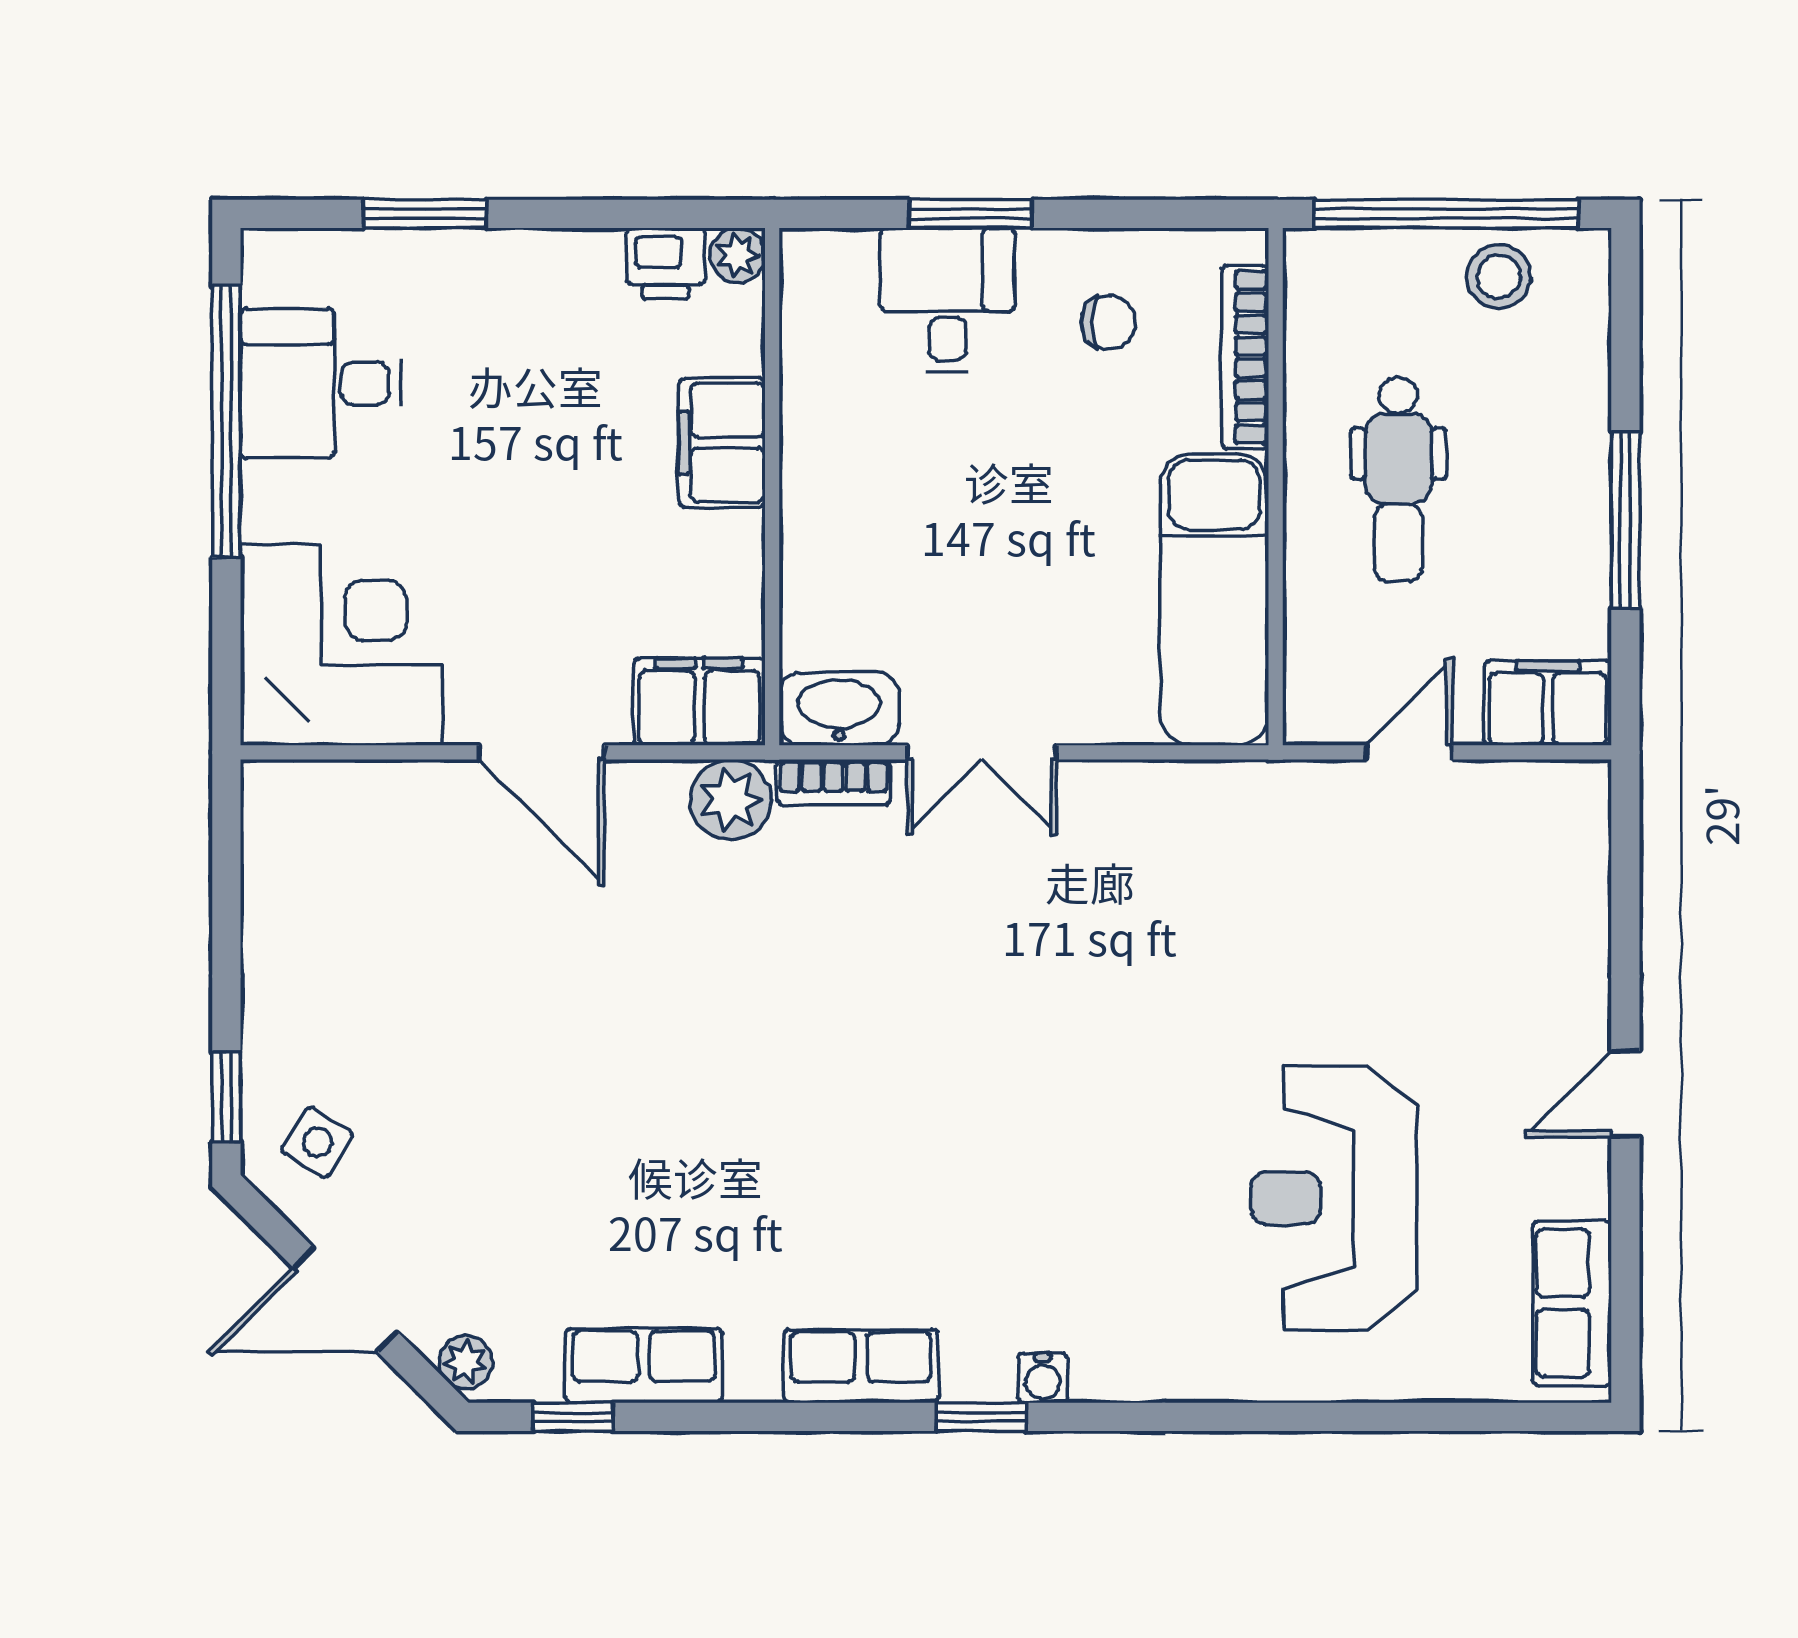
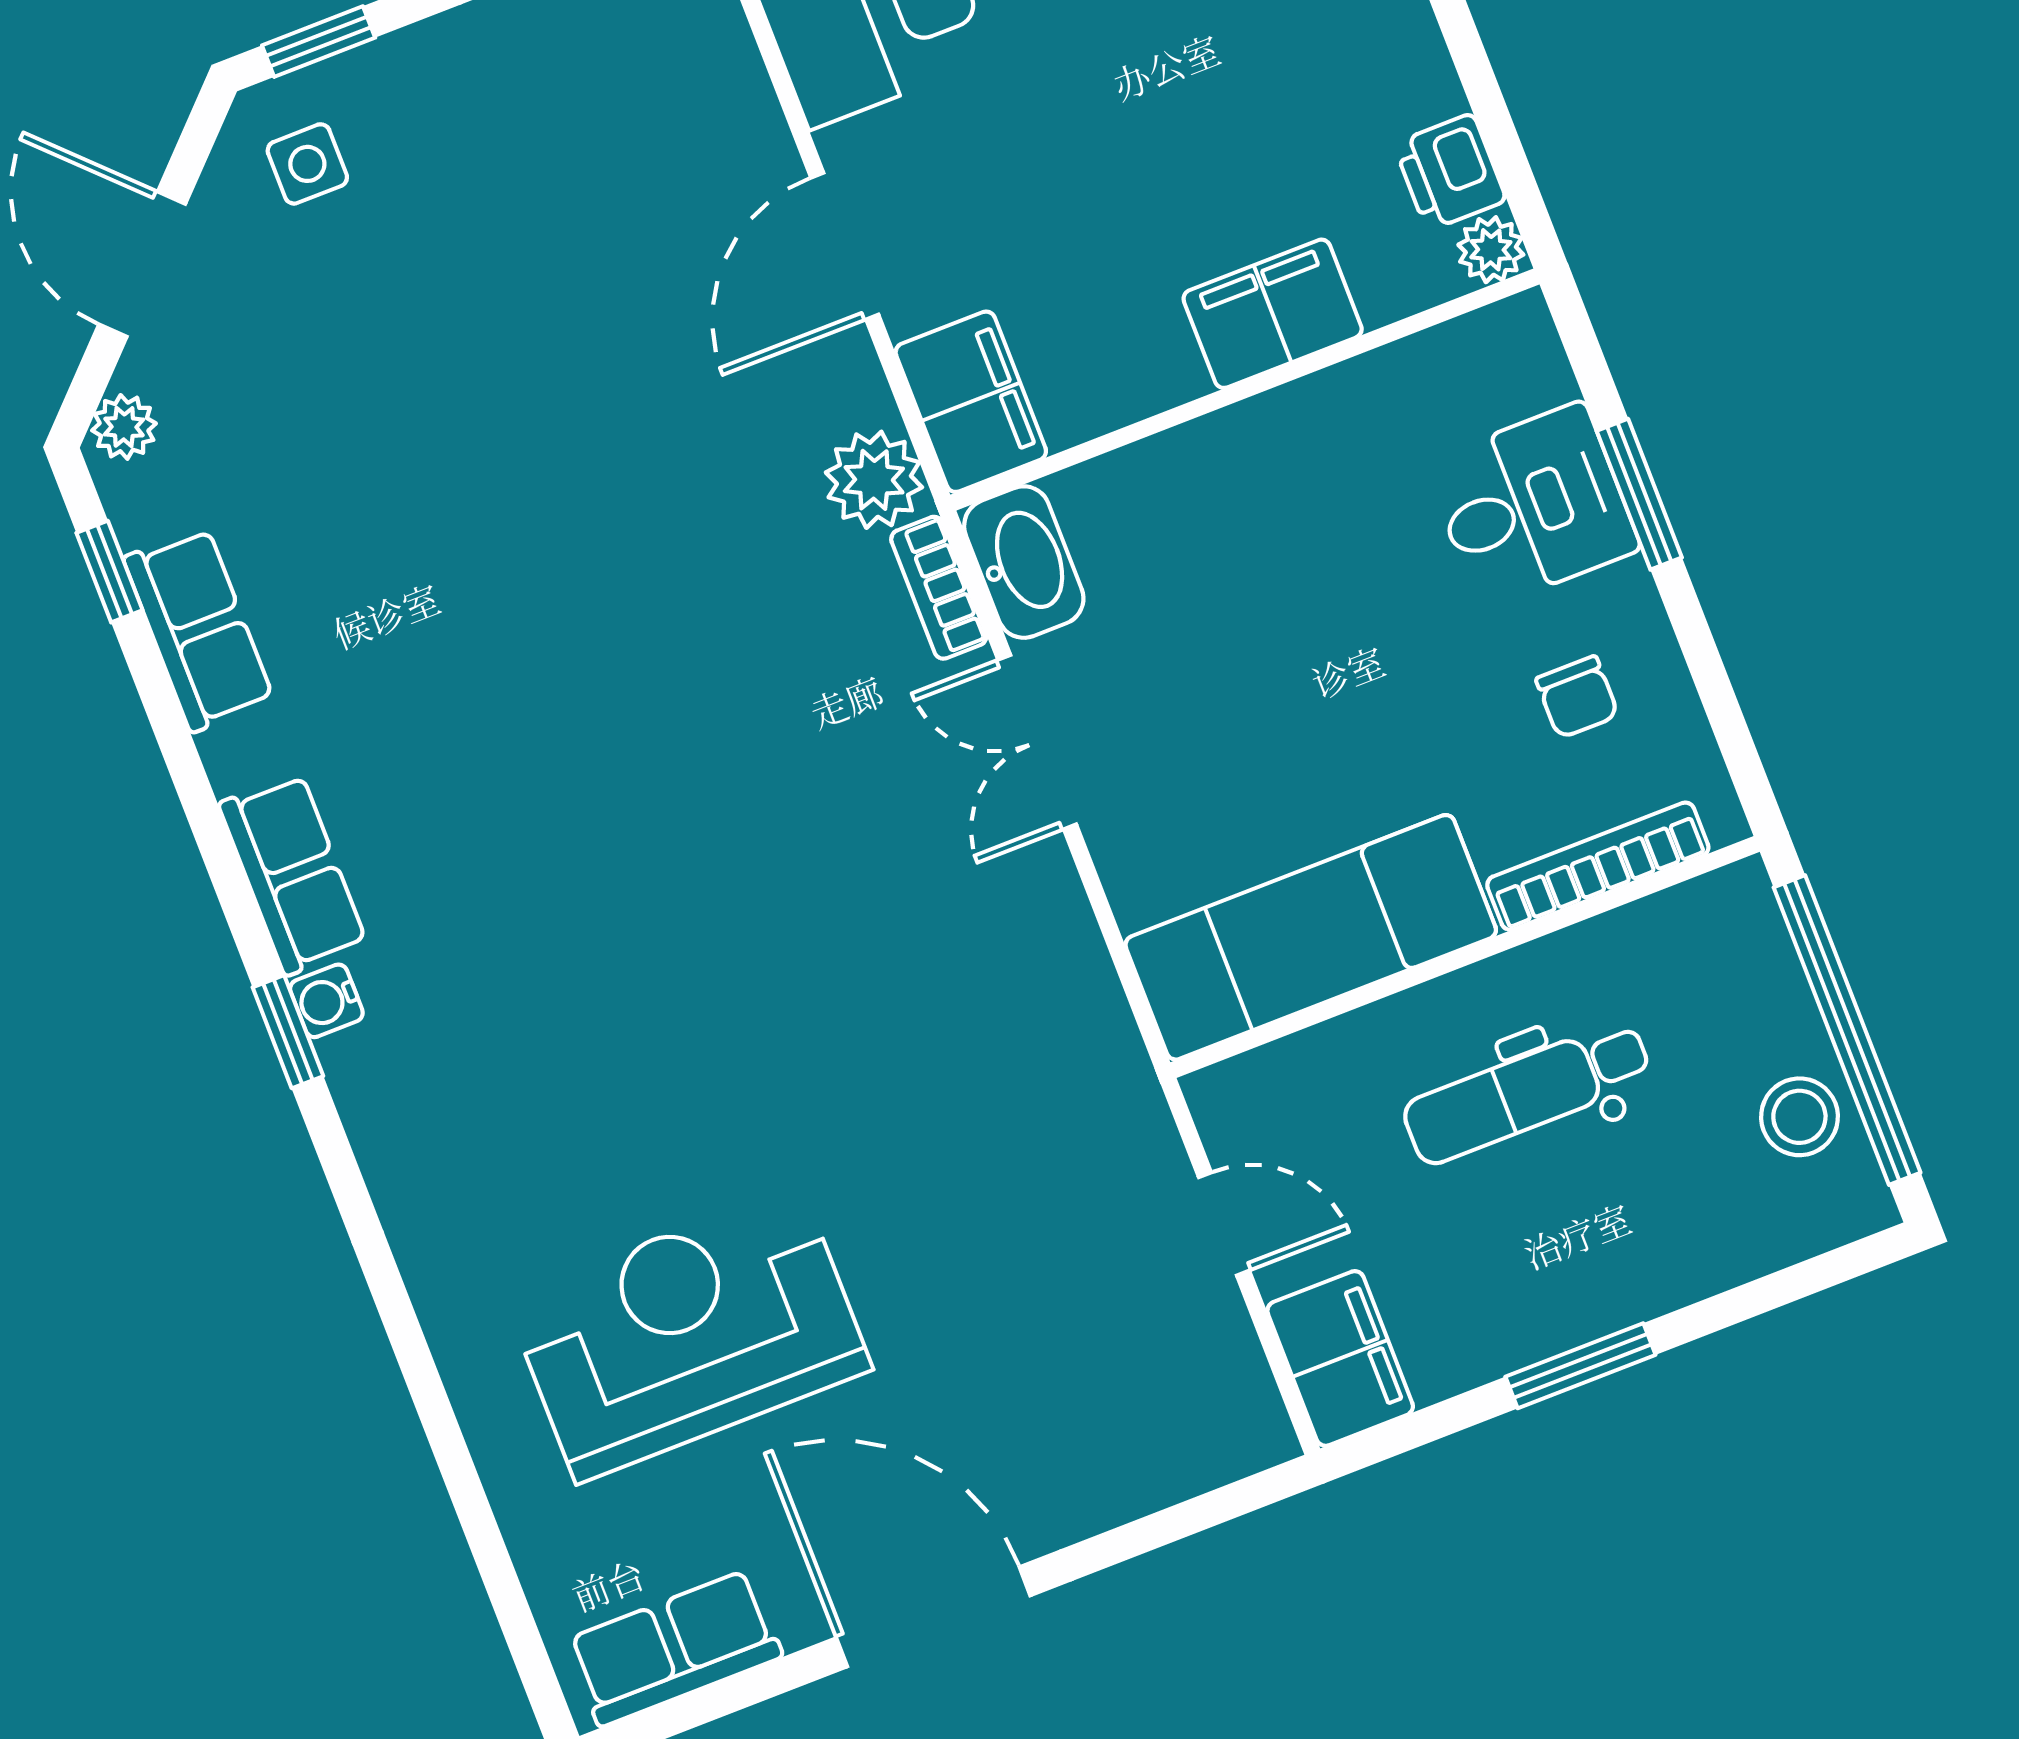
window: (1625, 520) -> (1580, 1366), width x0.69
door: (1625, 1094) -> (933, 1617), width x1.87
side table: (317, 1142) -> (307, 164), turned -32
water cooler: (1043, 1378) -> (326, 1001), moved

